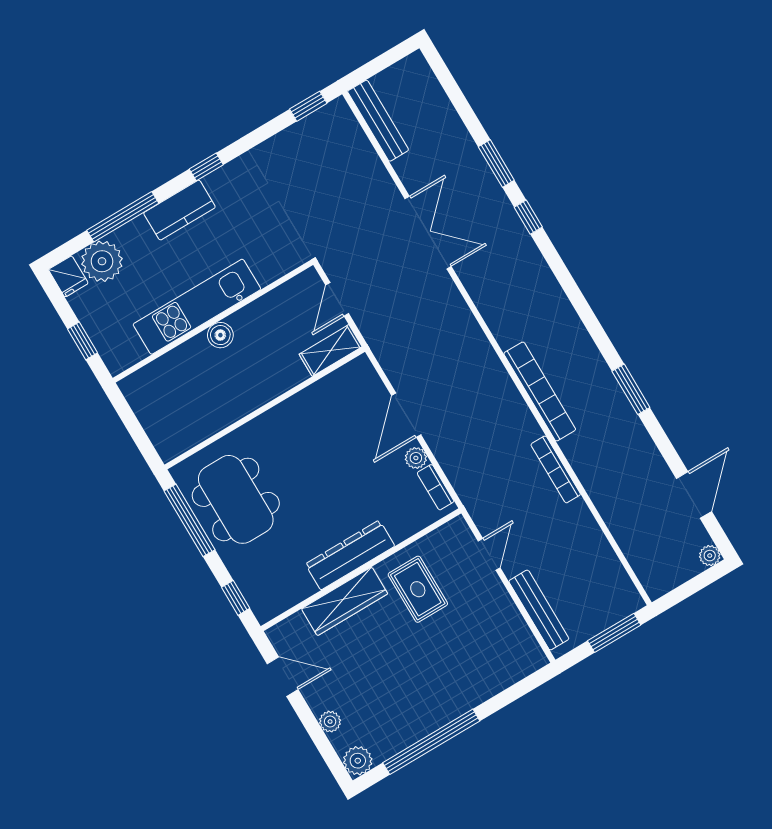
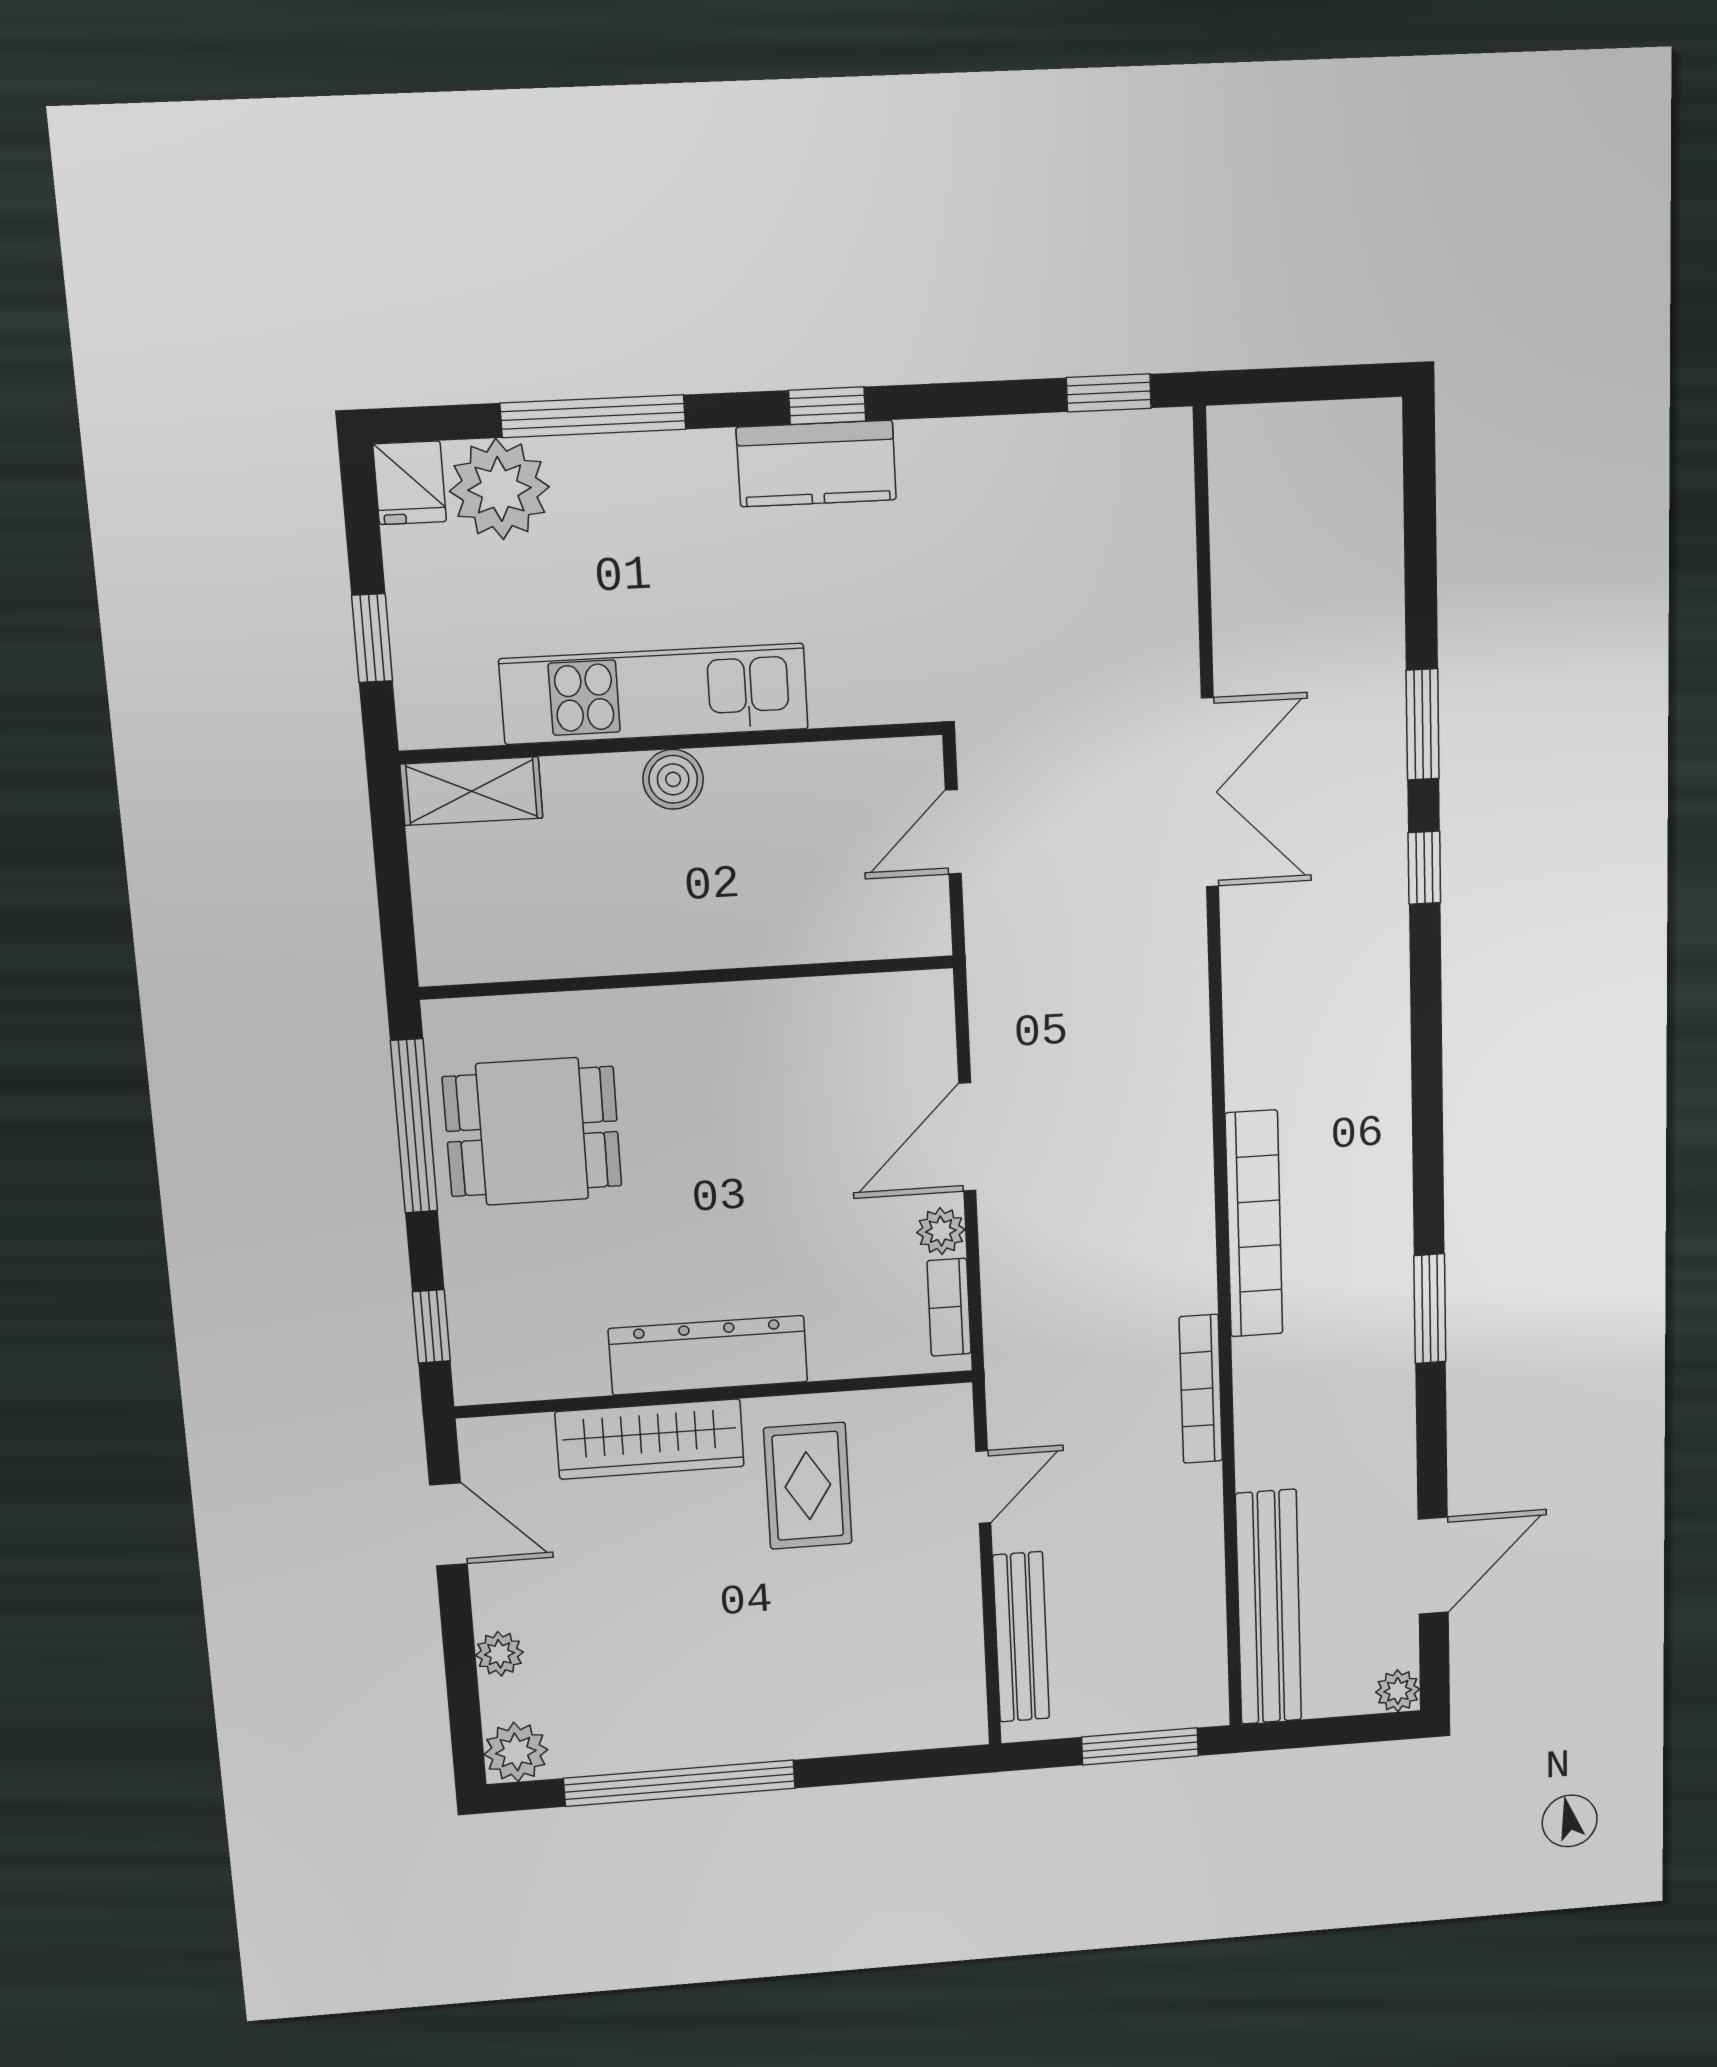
bench: (378, 121) -> (1269, 1607), moved, width x1.37, depth x1.21
kitchen counter: (179, 210) -> (816, 464), moved
shelving: (331, 350) -> (472, 791), moved
dining table: (236, 499) -> (532, 1131), width x0.73

